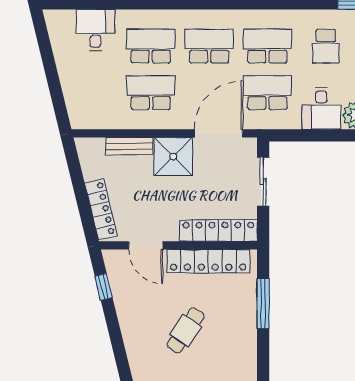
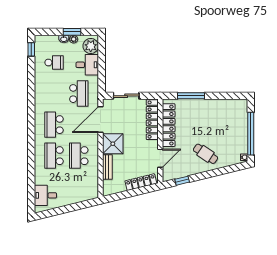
desk: (95, 30) -> (45, 195), moved
school desk: (267, 46) -> (54, 94), removed
school desk: (267, 93) -> (79, 94), turned 180
door: (219, 133) -> (100, 120), hinge flipped
cafe table: (186, 330) -> (206, 154), moved

